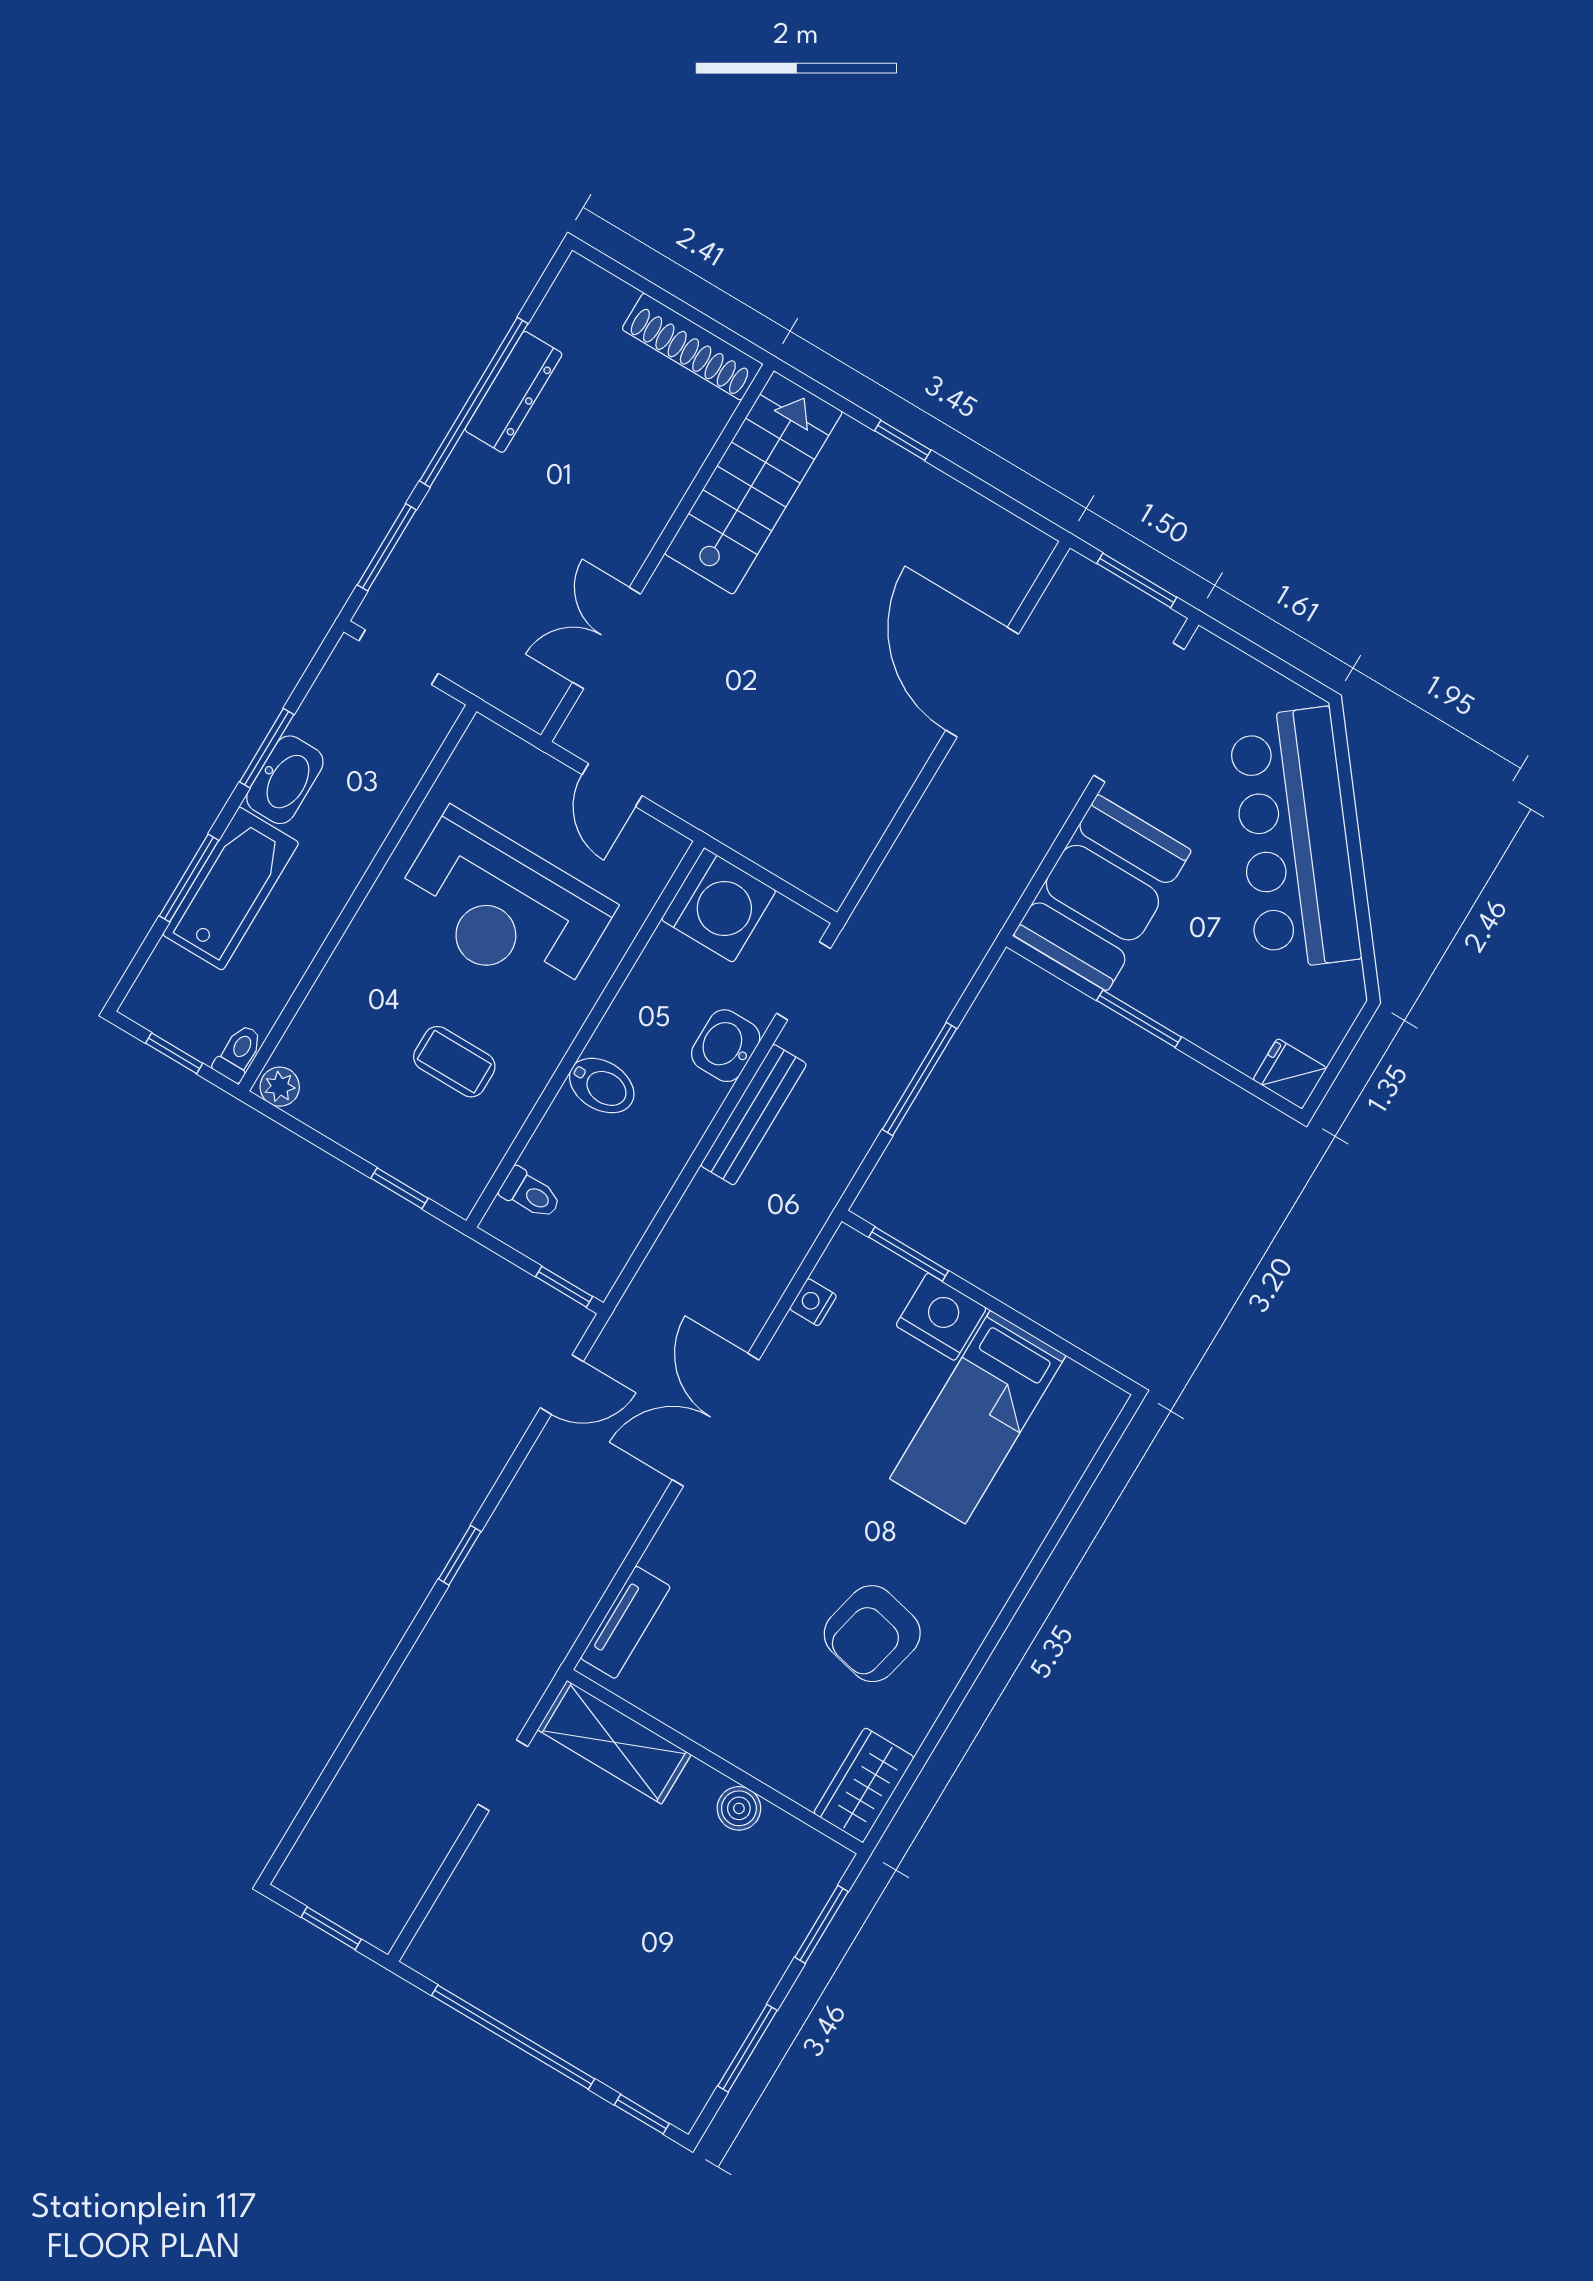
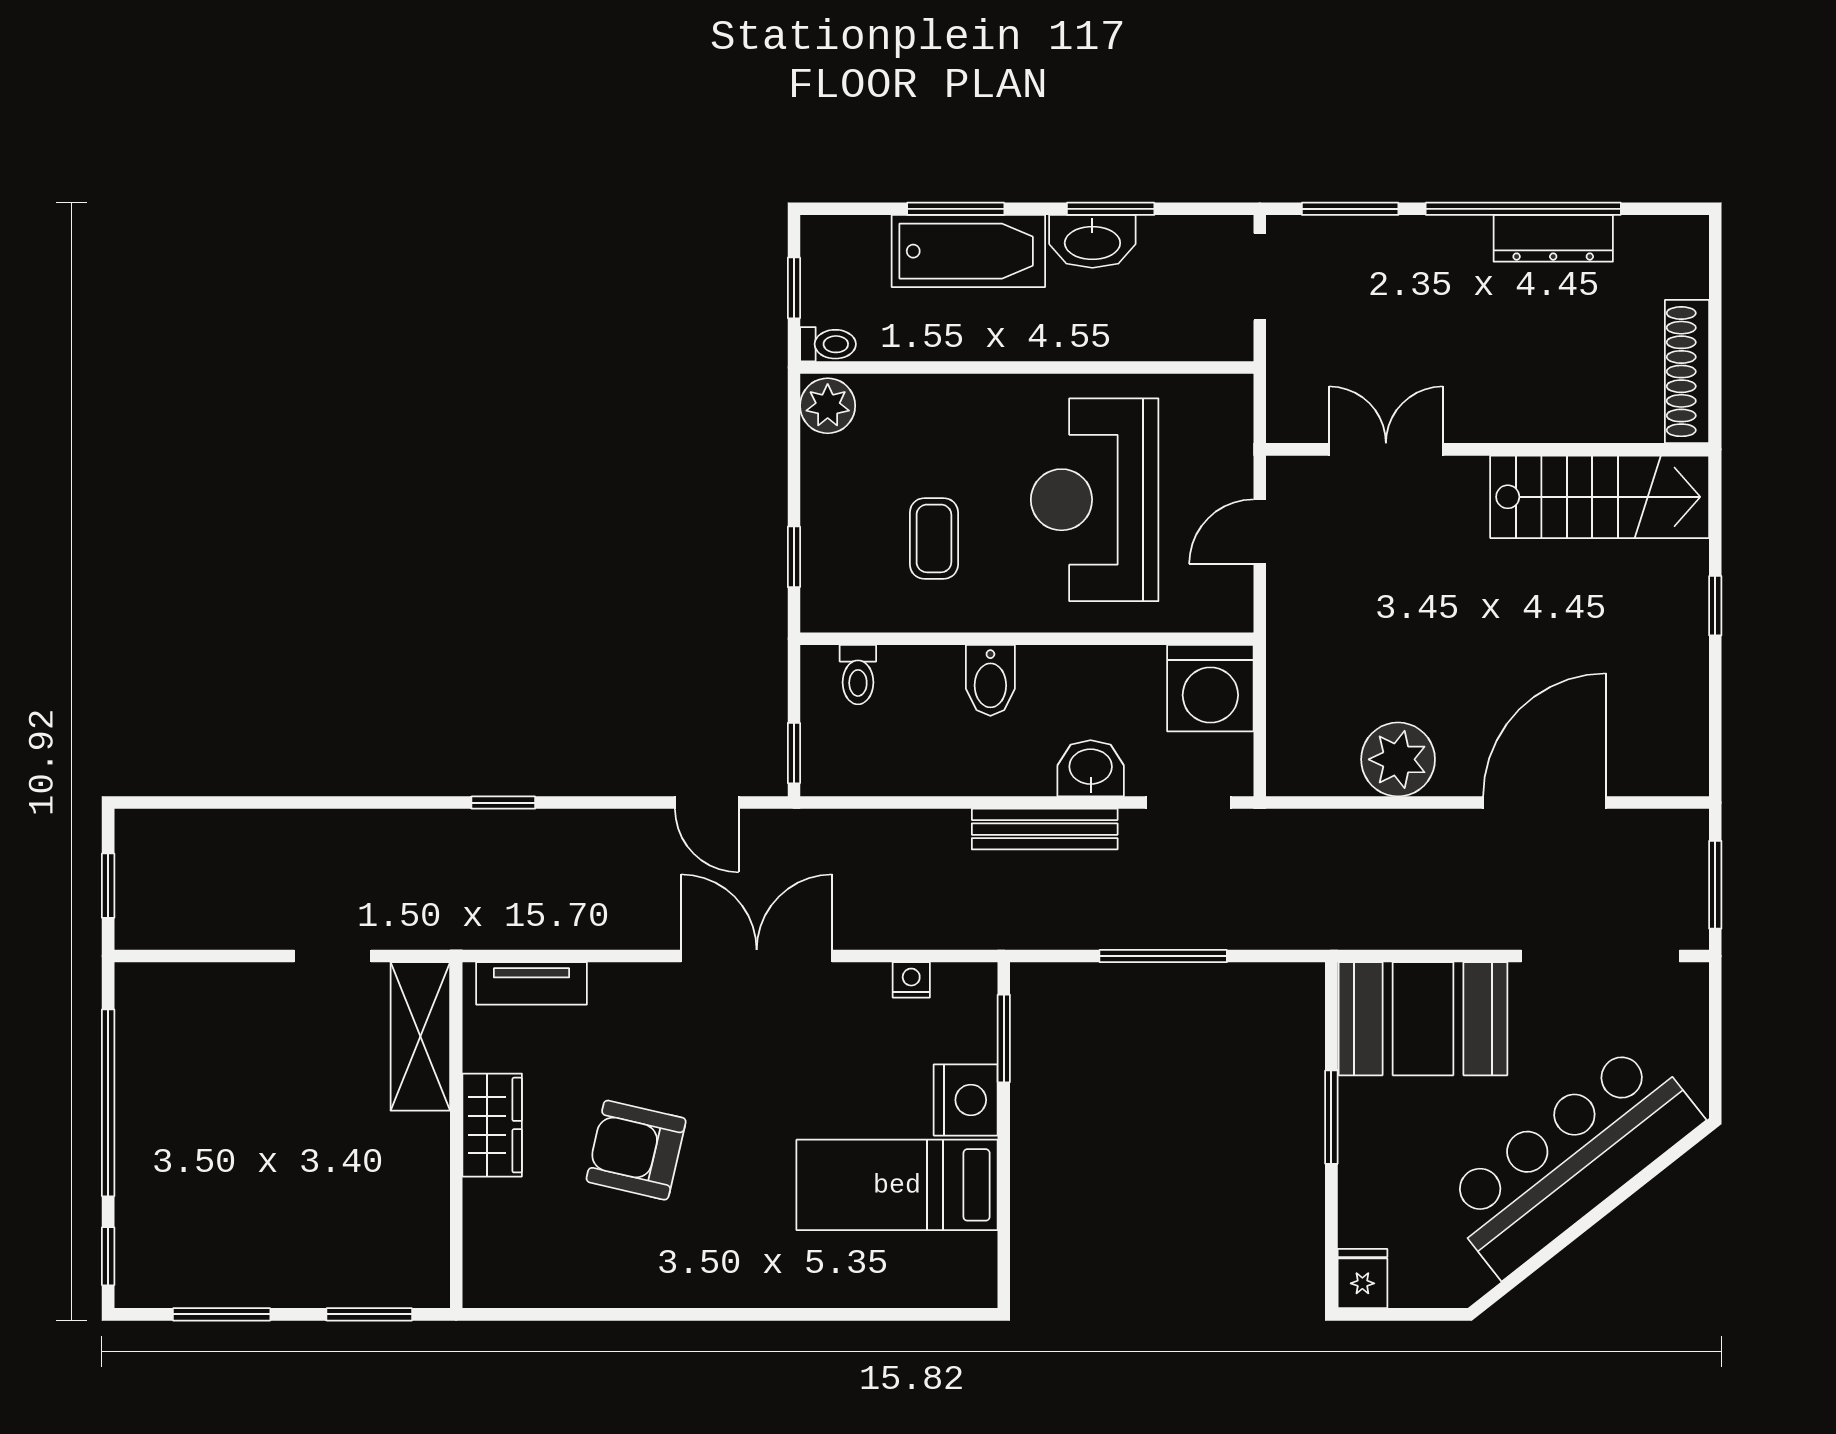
plant: (872, 783) -> (1398, 759), added
plant: (280, 1087) -> (828, 406), width x1.38, depth x1.38
armchair: (872, 1634) -> (636, 1150), moved
wardrobe: (864, 1785) -> (492, 1125), moved, turned 90
boiler: (739, 1808) -> (428, 1181), removed

